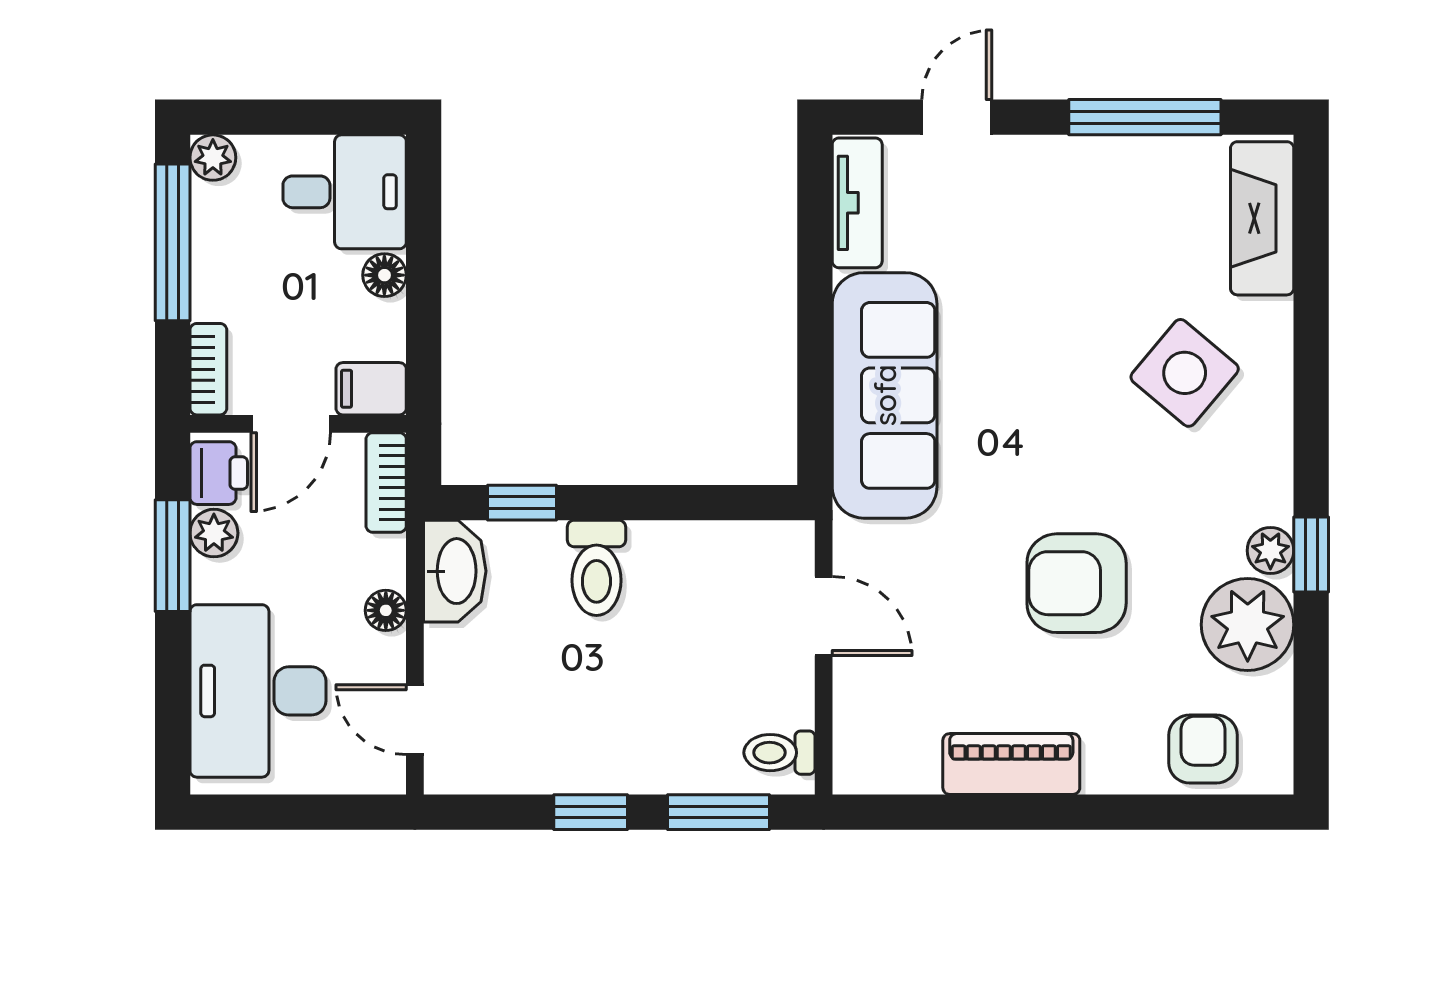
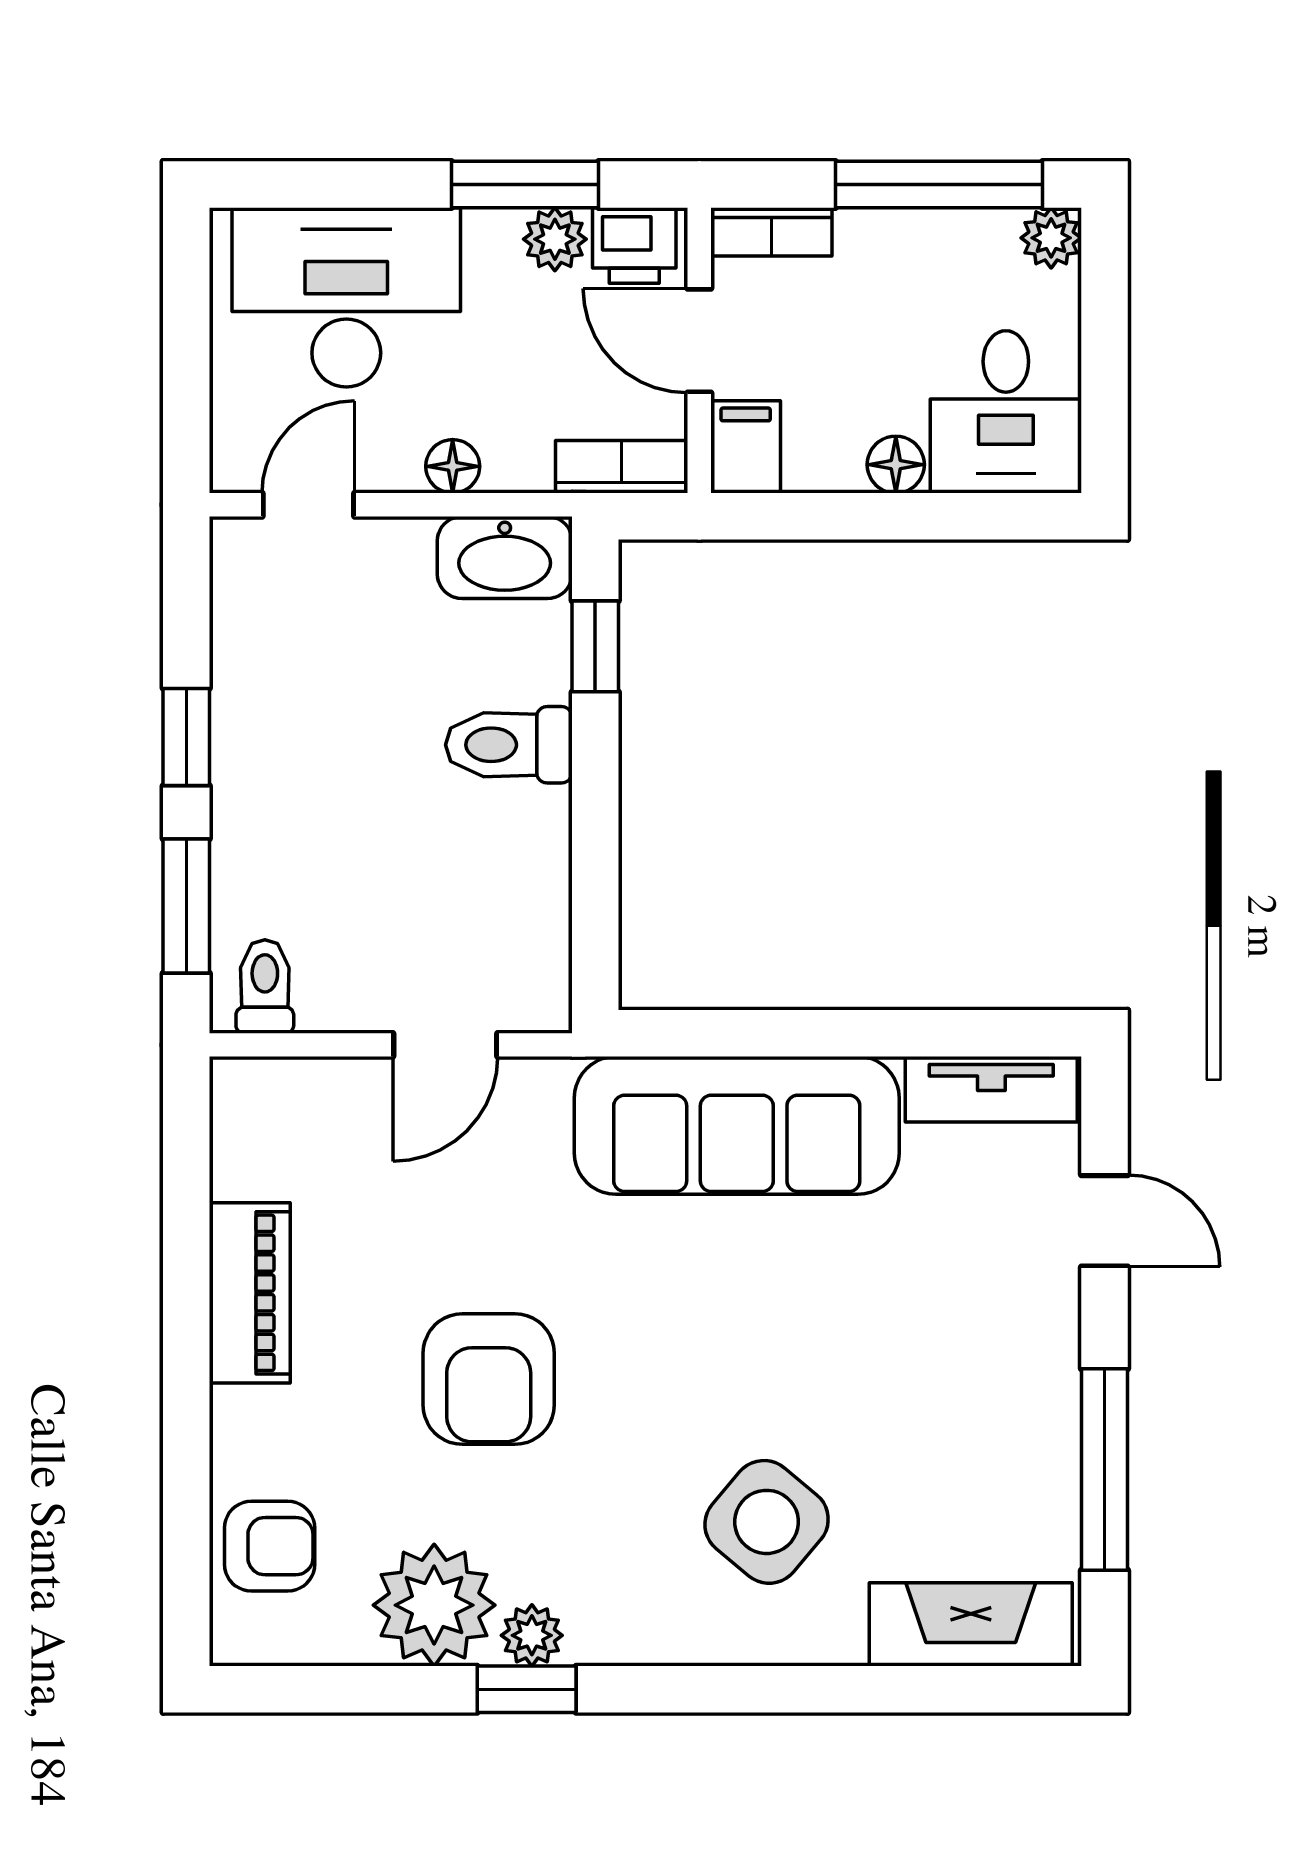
armchair: (1077, 583) -> (489, 1379), turned 180

